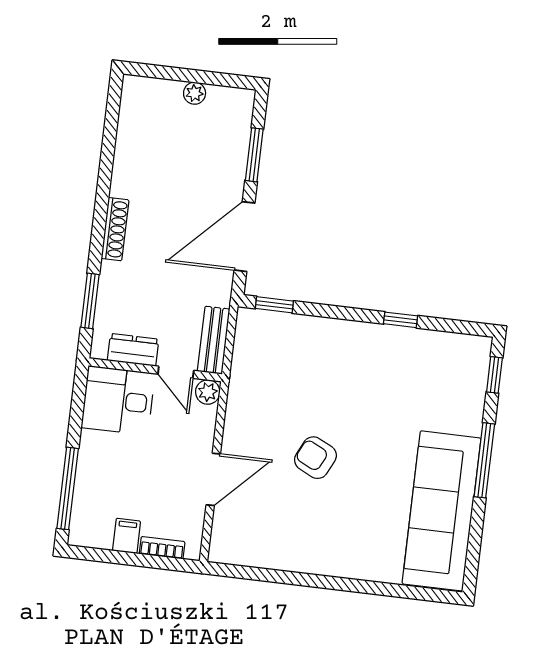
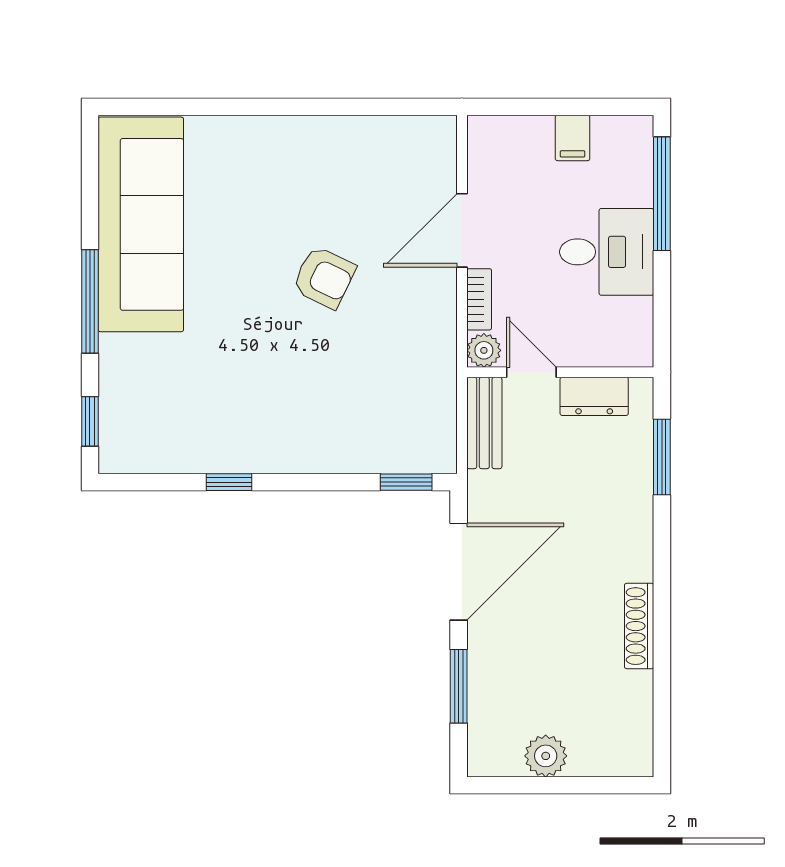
plant: (195, 93) -> (546, 756), width x1.38, depth x1.38
shoe rack: (115, 229) -> (639, 626), moved
desk: (118, 401) -> (607, 252), moved
bookcase: (162, 548) -> (479, 299), moved, turned -90

